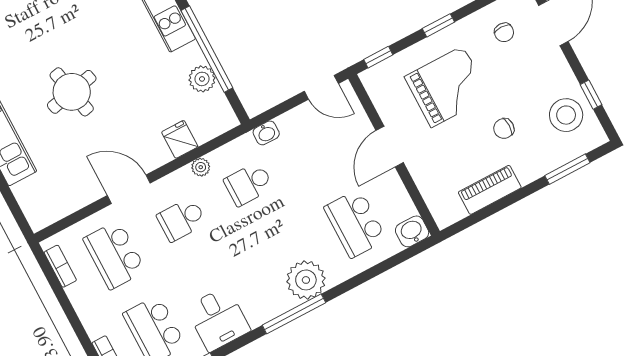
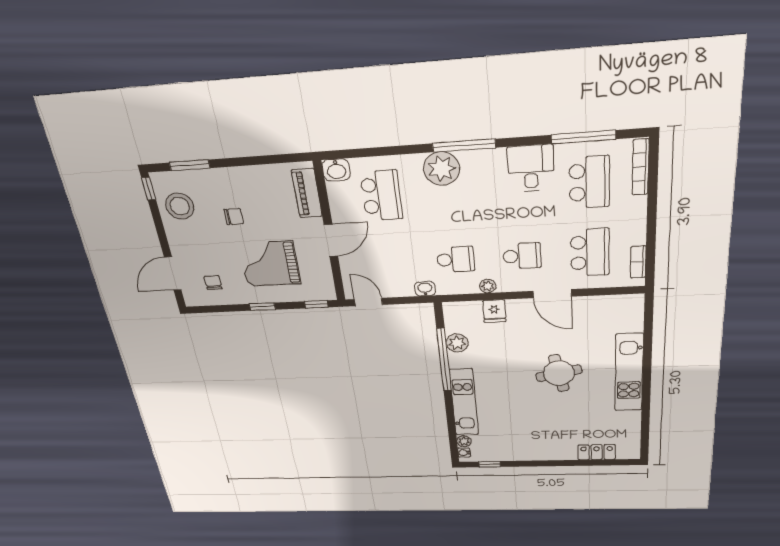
window: (591, 95) -> (149, 189), moved
piano: (490, 190) -> (307, 193), moved, turned 90

